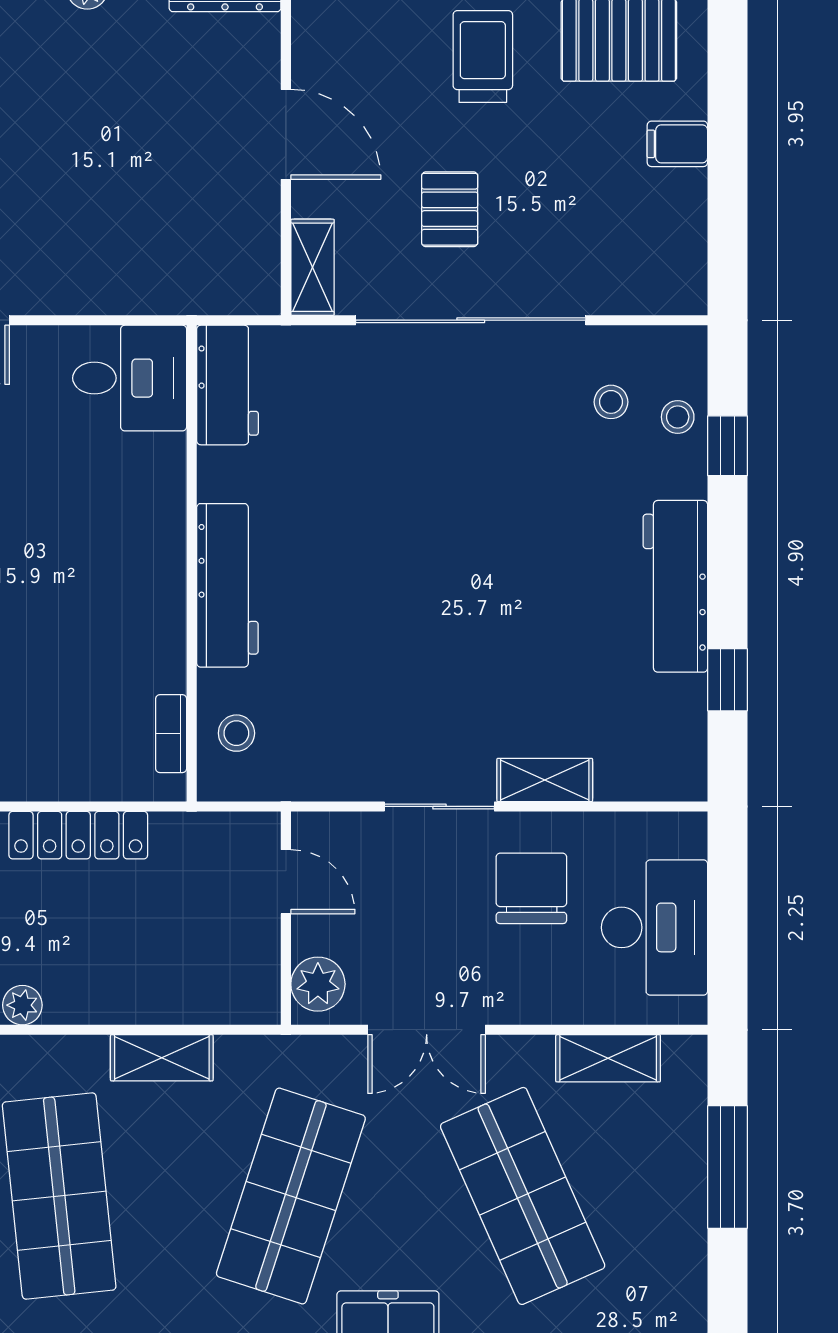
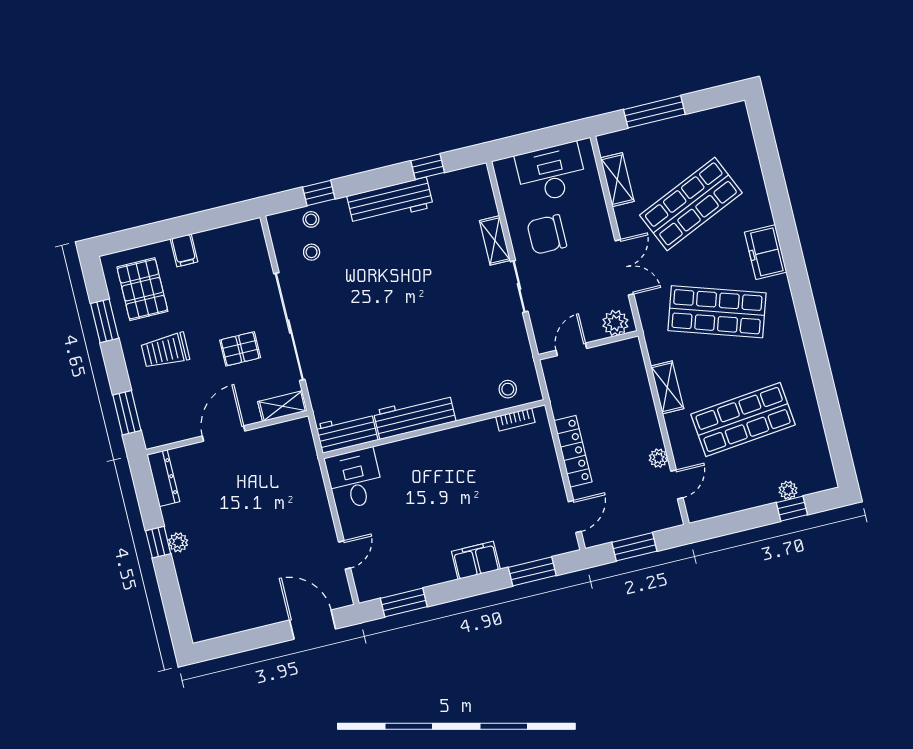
workbench: (227, 585) -> (415, 416), moved

